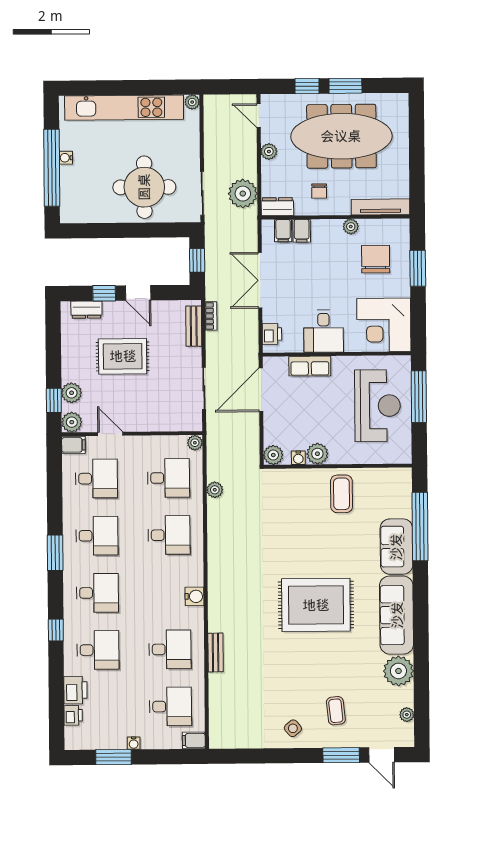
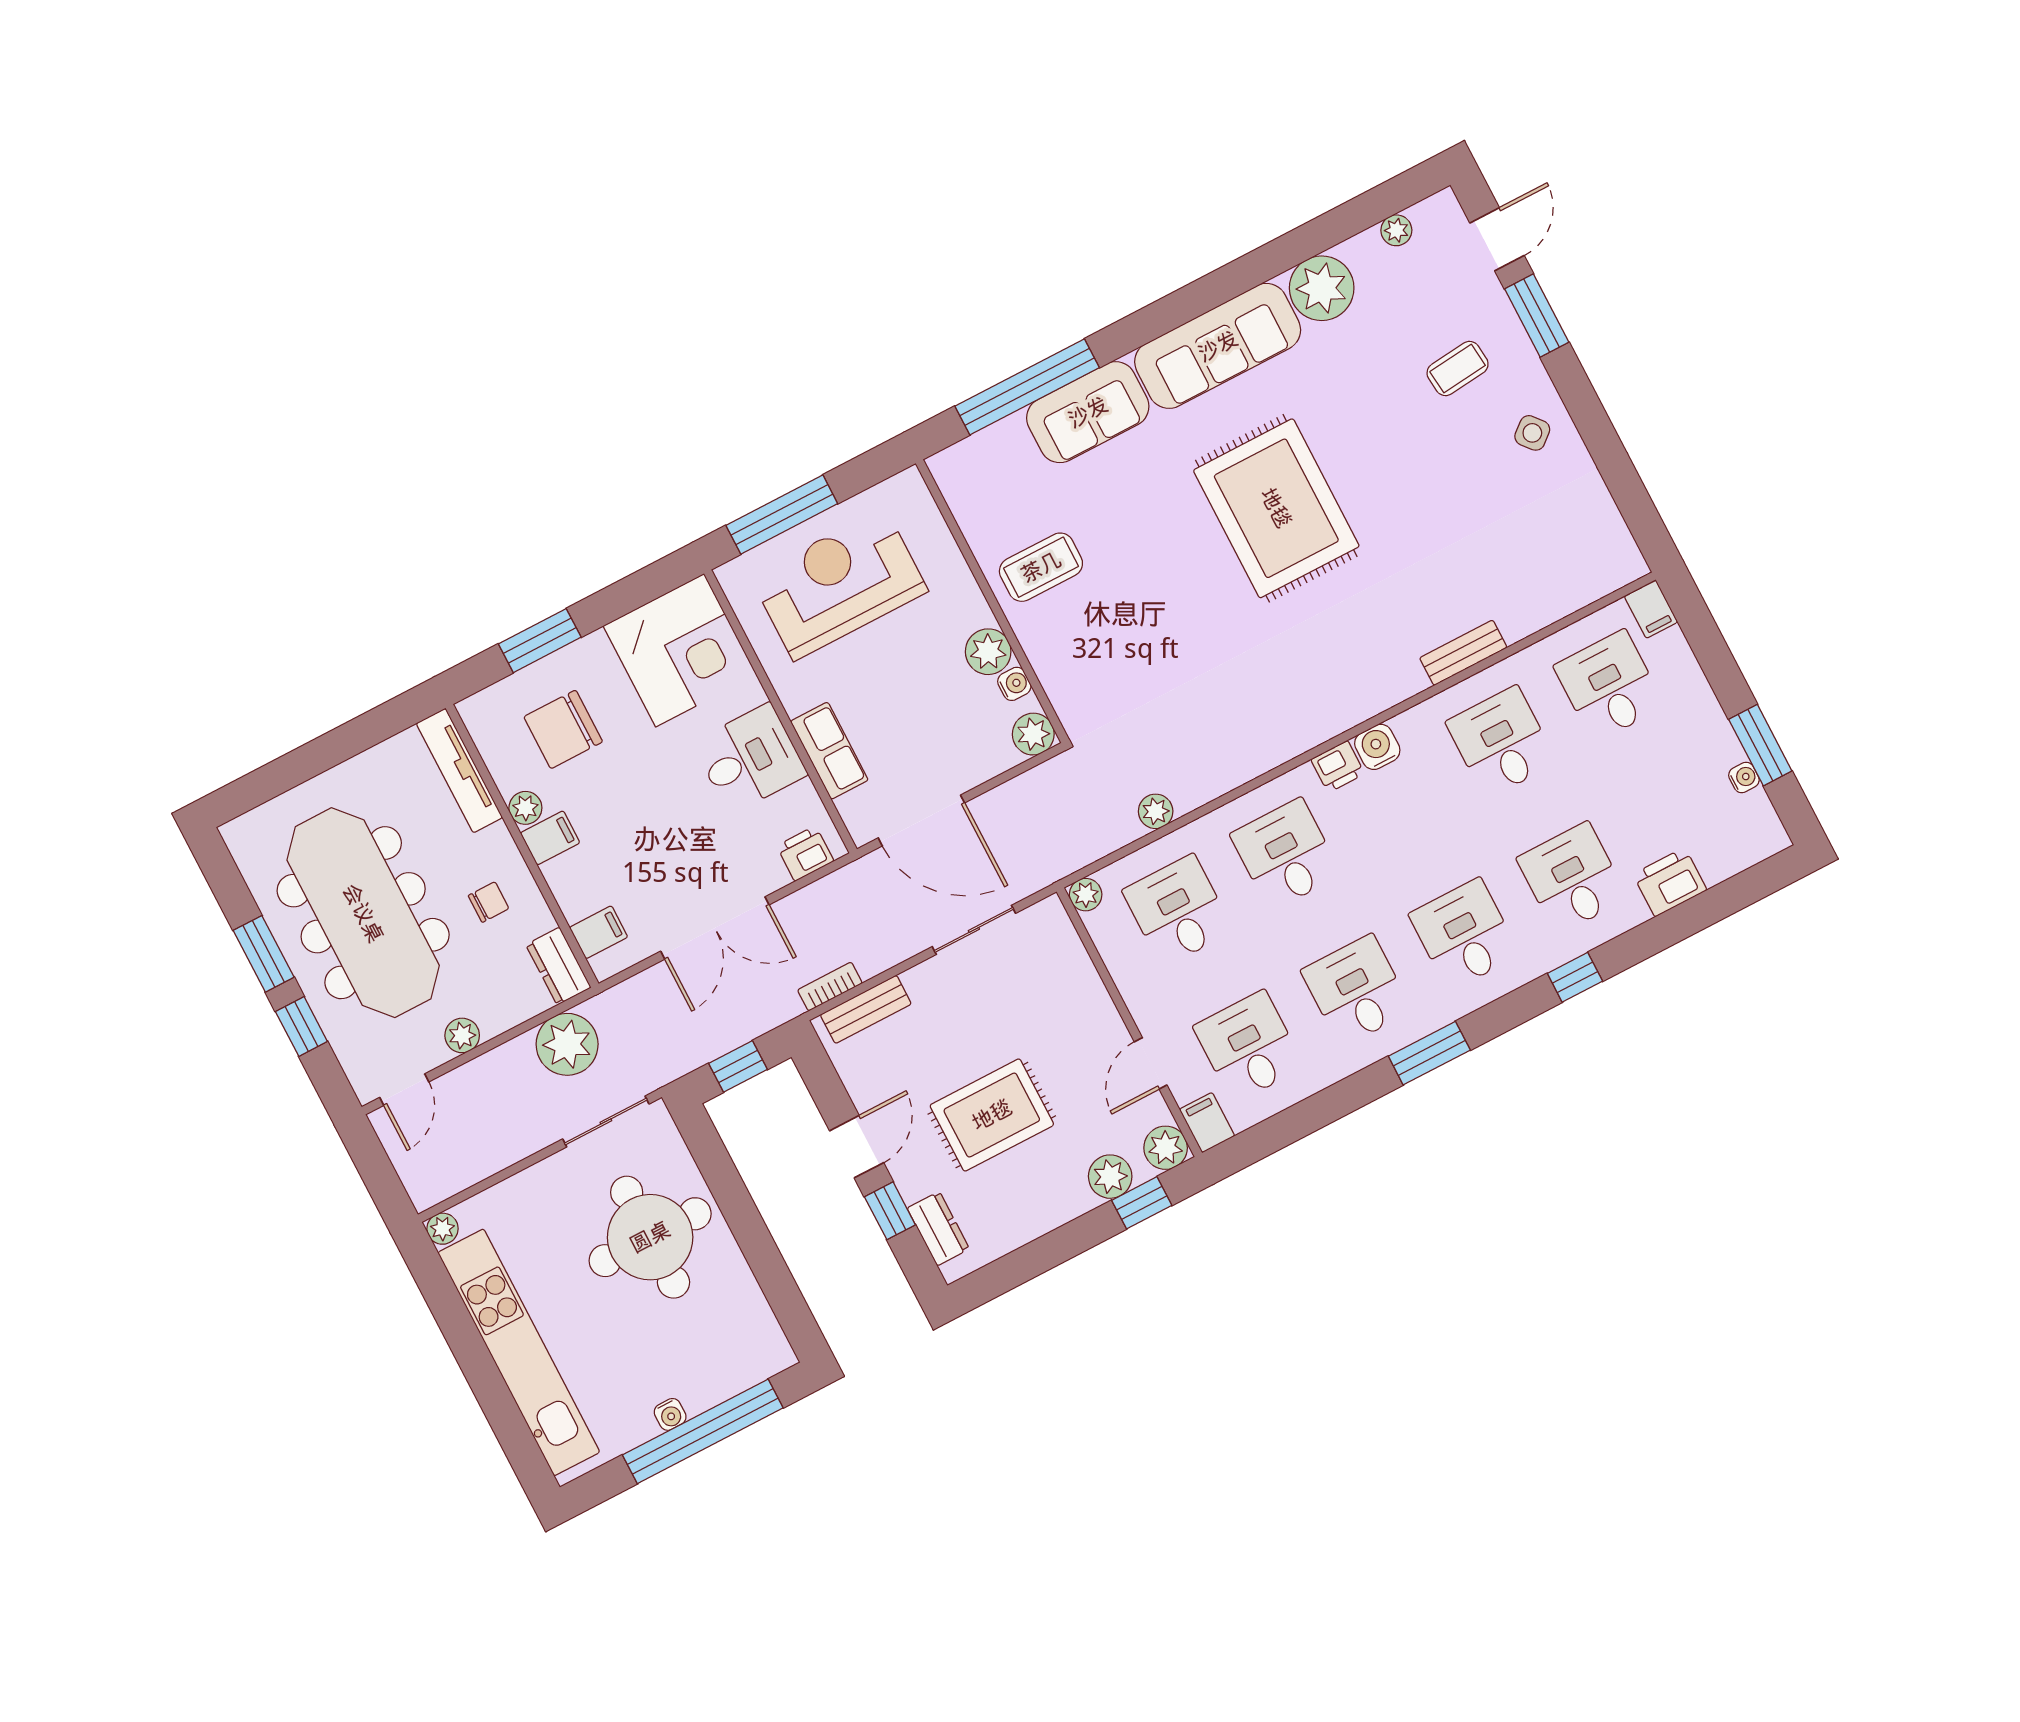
filing cabinet: (302, 231) -> (550, 838), moved
rug: (123, 356) -> (992, 1115), turned 90
printer: (73, 715) -> (1338, 767), moved, turned 180
water cooler: (134, 743) -> (1744, 777), moved

